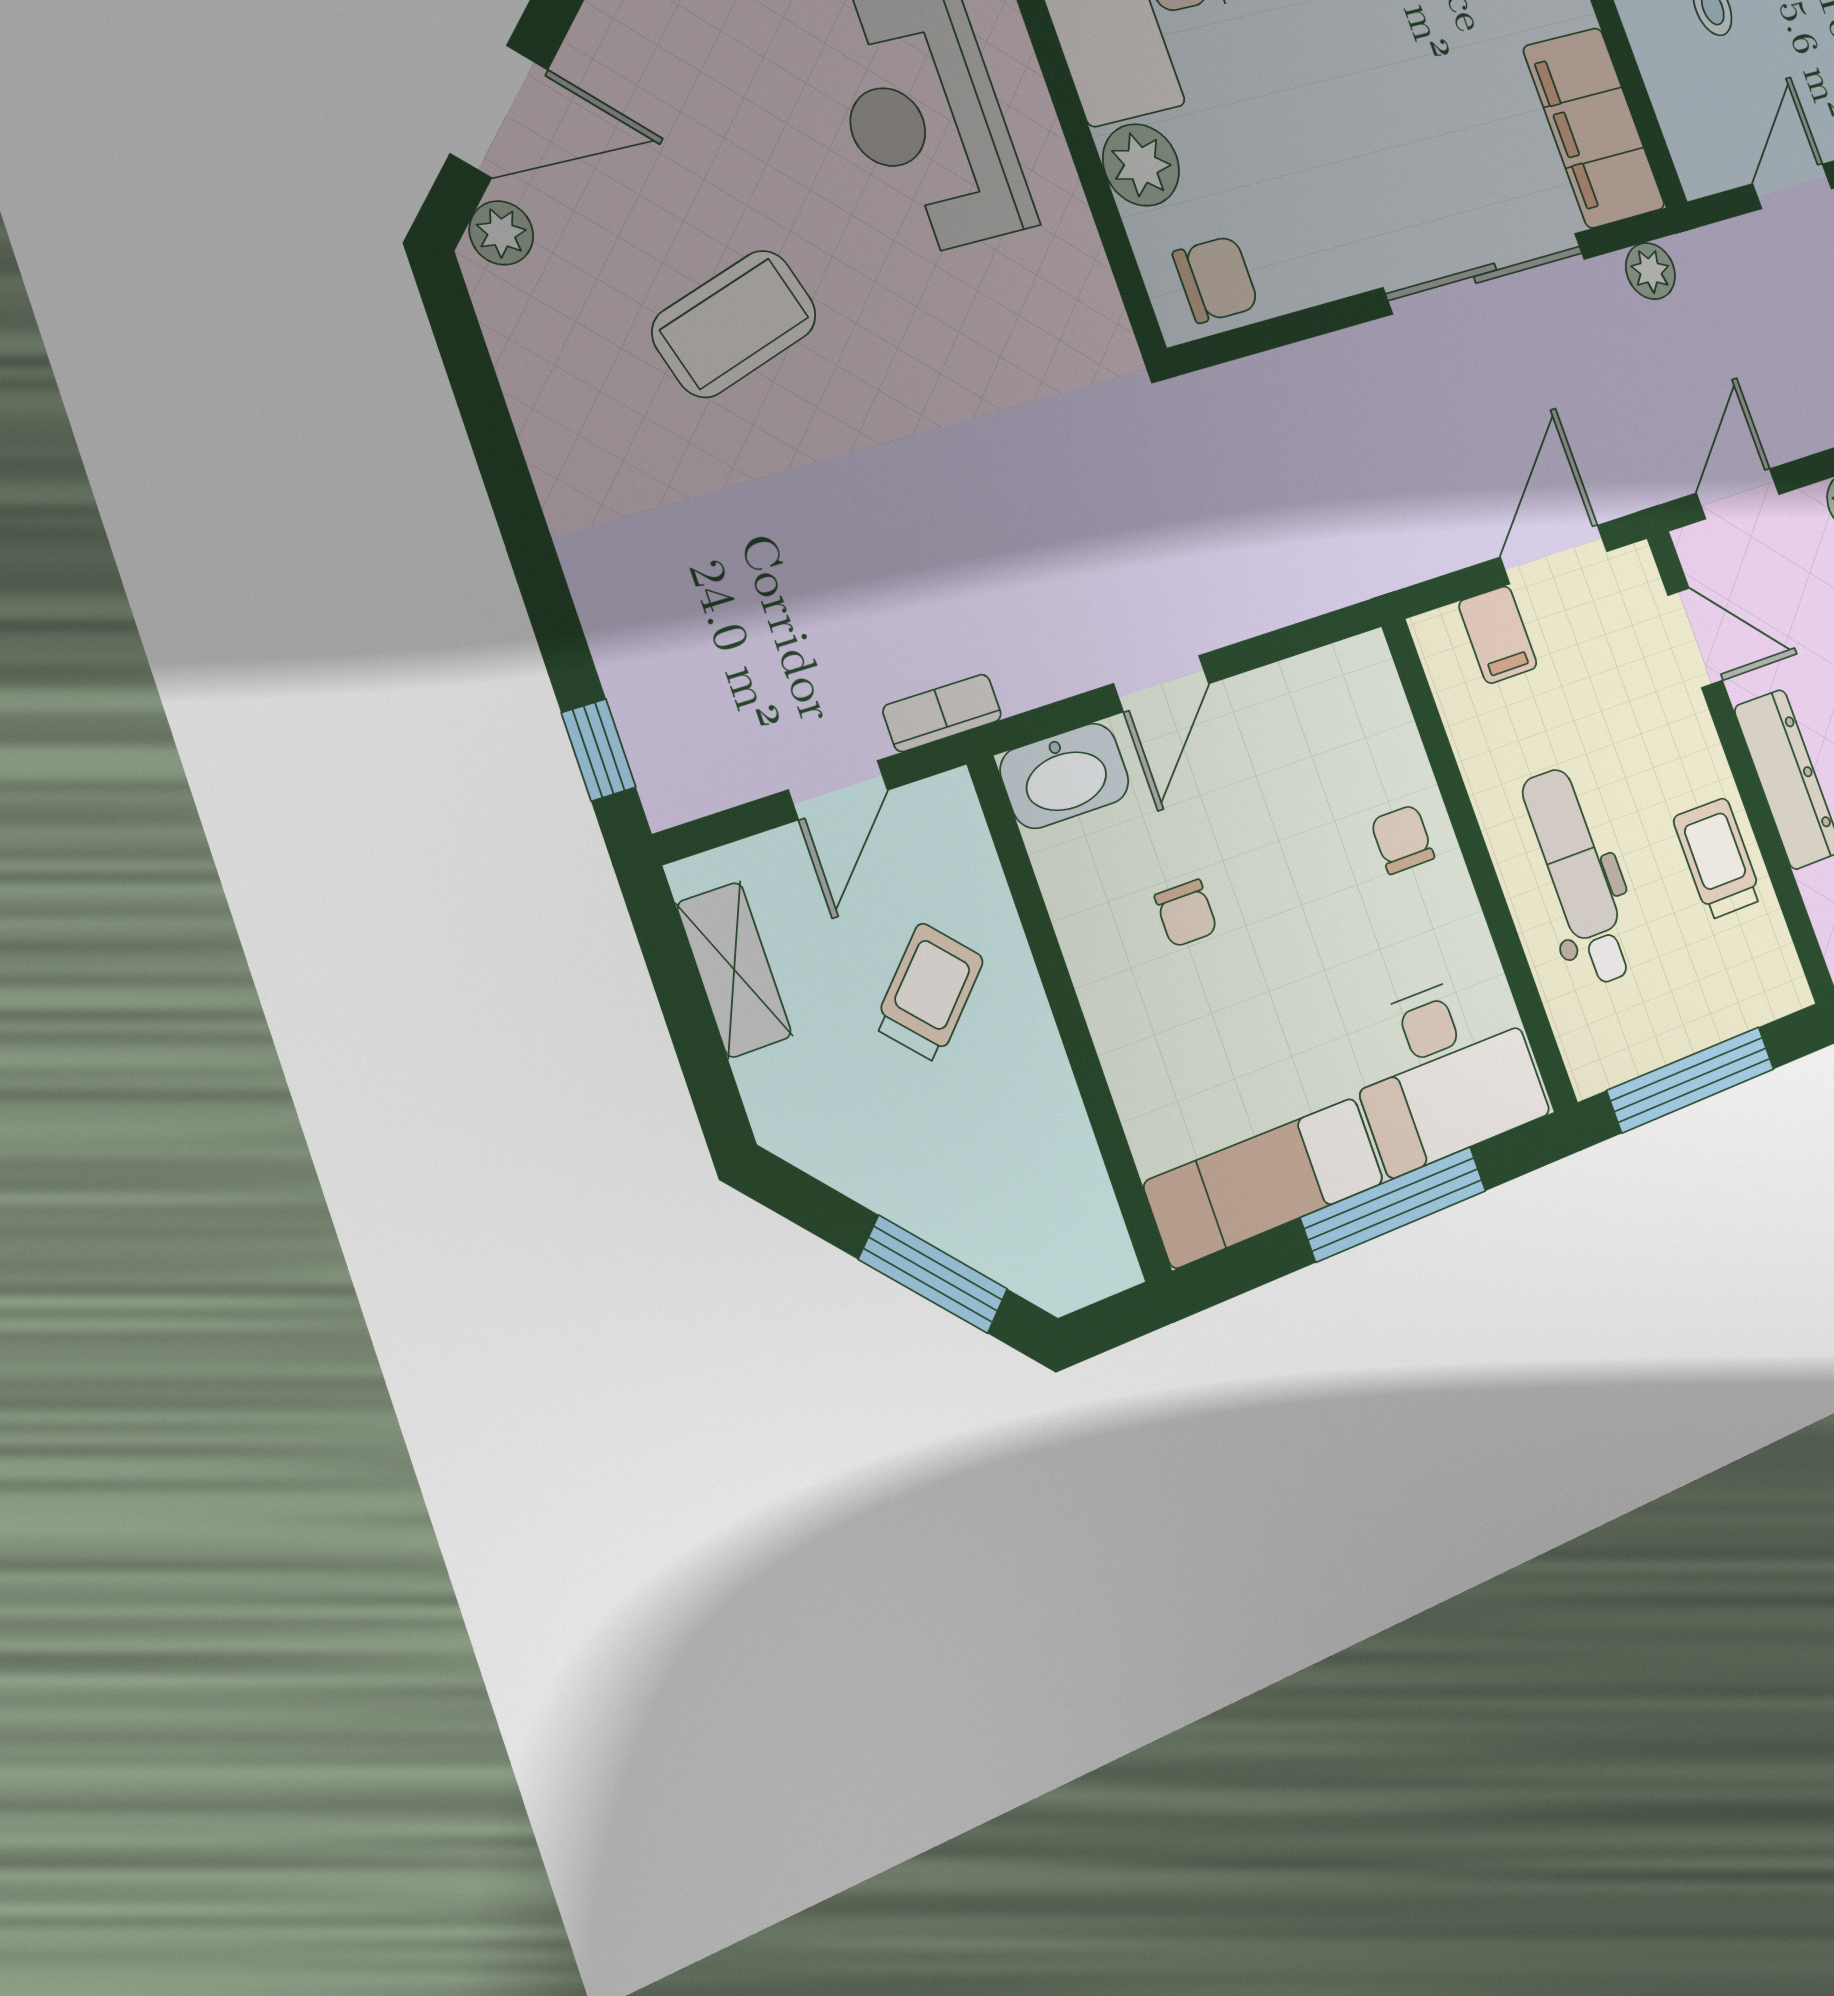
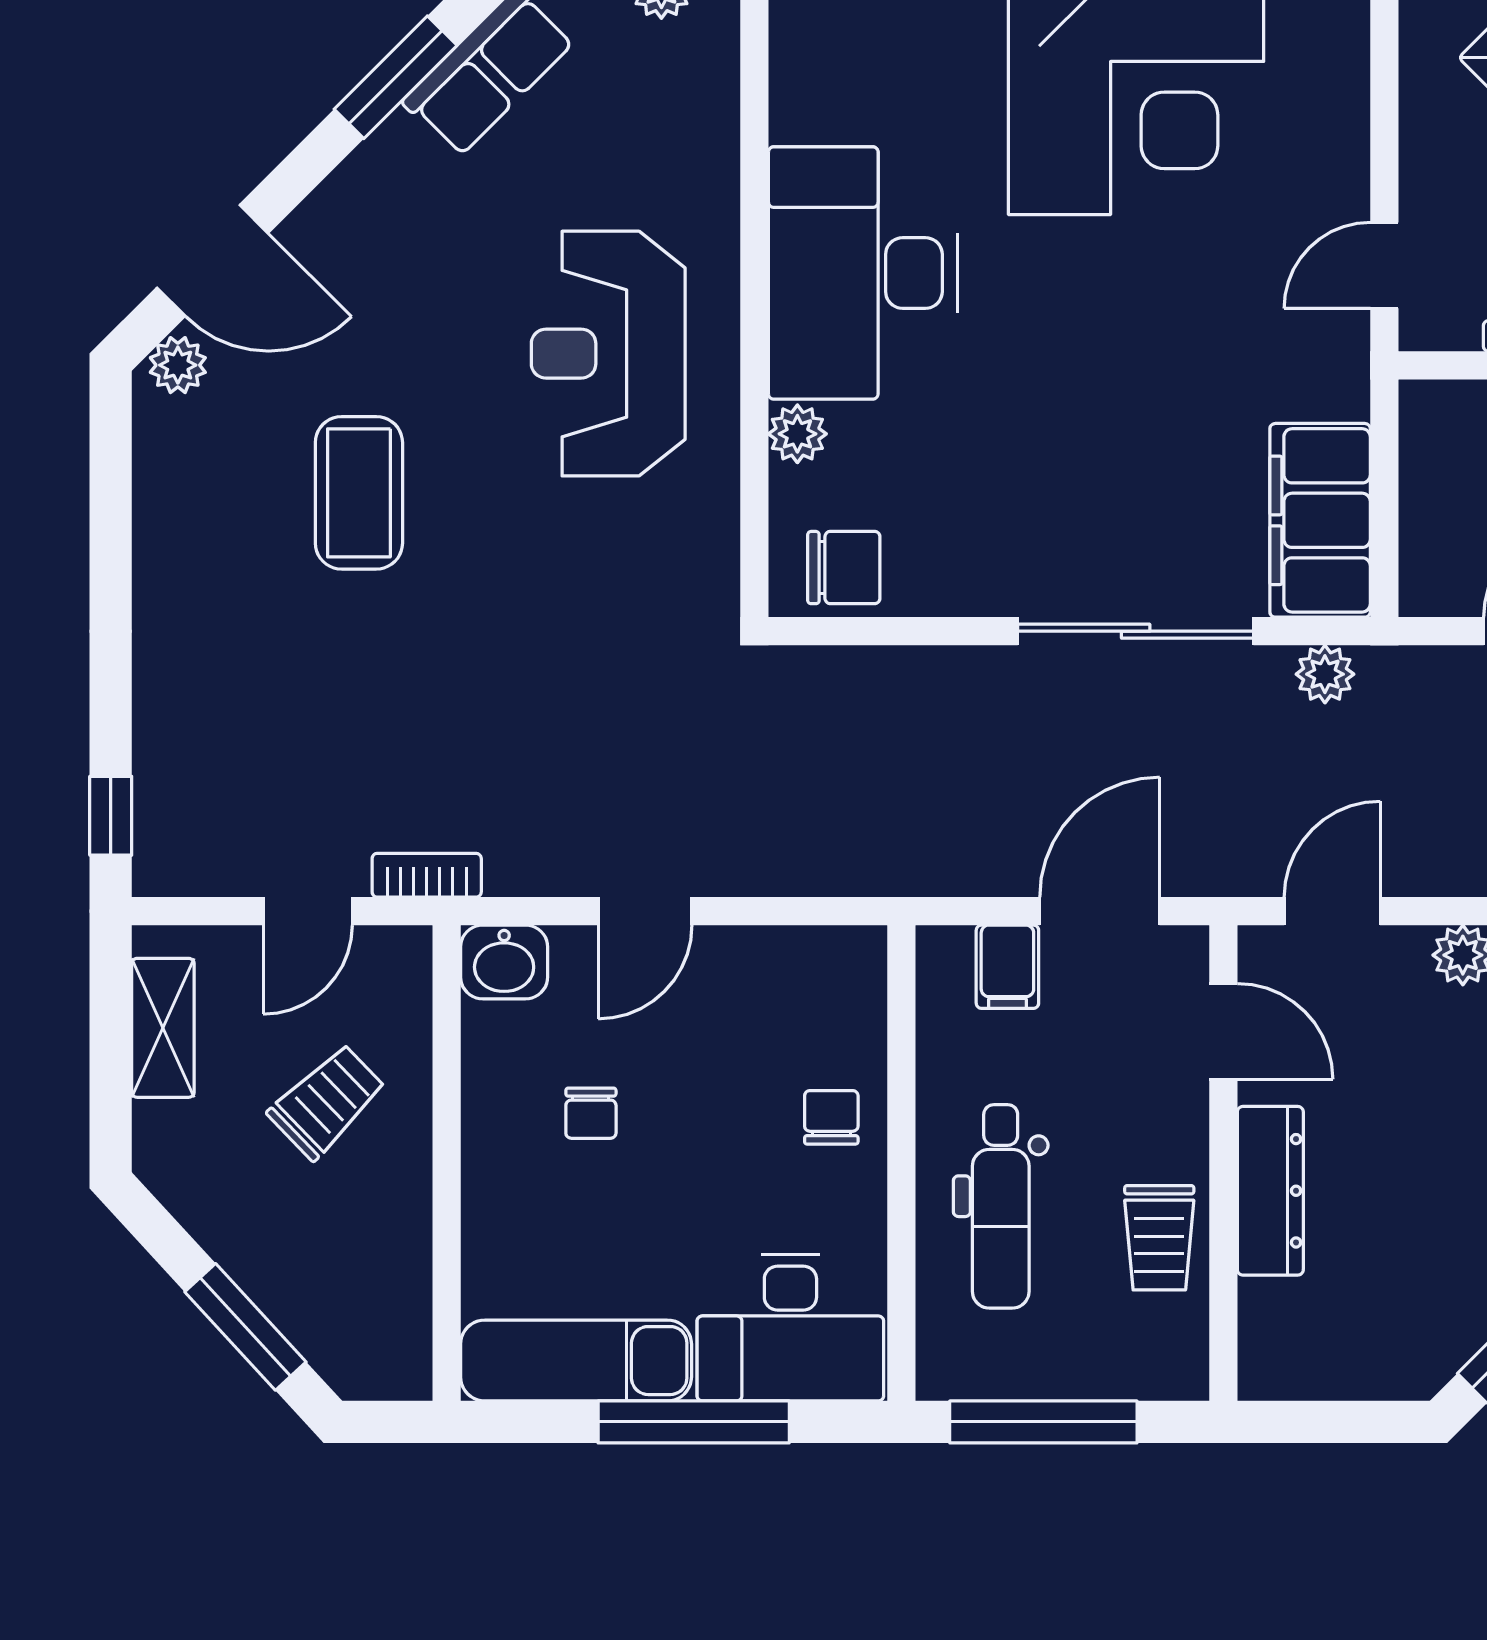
plant: (1141, 165) -> (797, 434), width x0.73, depth x0.73
coffee table: (734, 324) -> (359, 493), turned -73
washbasin: (1065, 776) -> (504, 962), width x0.72
trolley: (1718, 858) -> (1159, 1238), turned 180
dental chair: (1578, 876) -> (1001, 1206), turned 180

